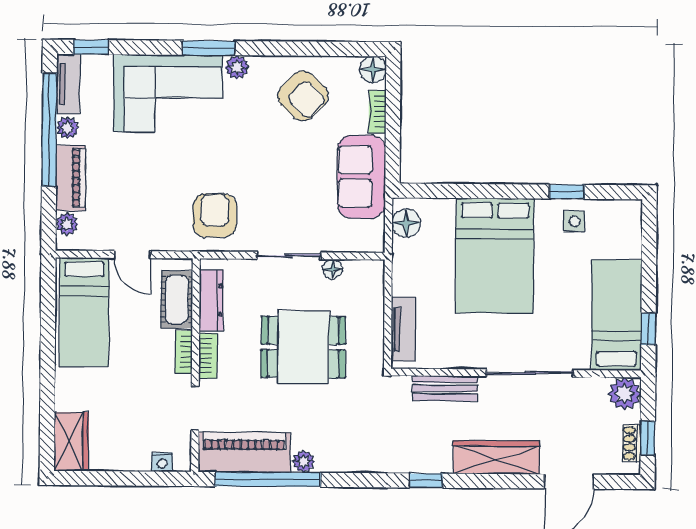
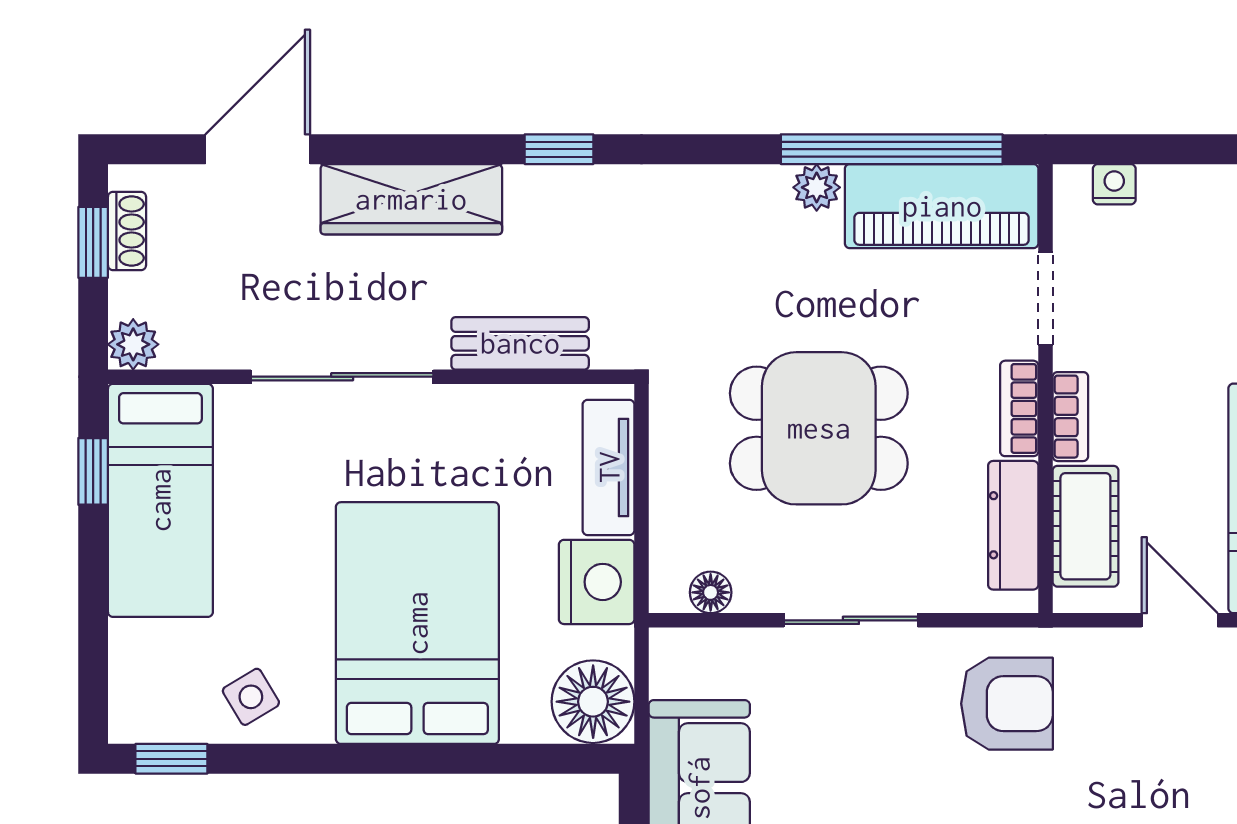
window: (567, 192) -> (171, 759), moved
armchair: (215, 215) -> (1007, 704), turned -90
side table: (574, 221) -> (251, 697), turned -32
floor lamp: (406, 223) -> (593, 702), width x1.38, depth x1.38
floor lamp: (332, 269) -> (711, 592), moved
nightstand: (409, 275) -> (597, 582), added
plant: (624, 394) -> (133, 344), width x0.73, depth x0.73

